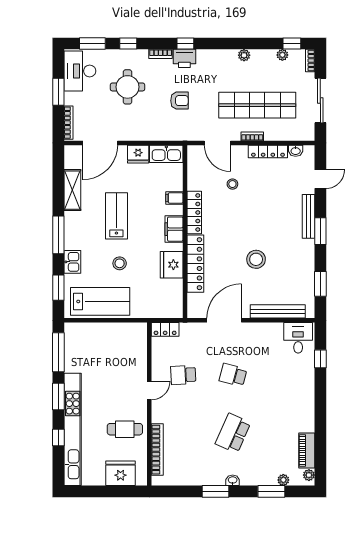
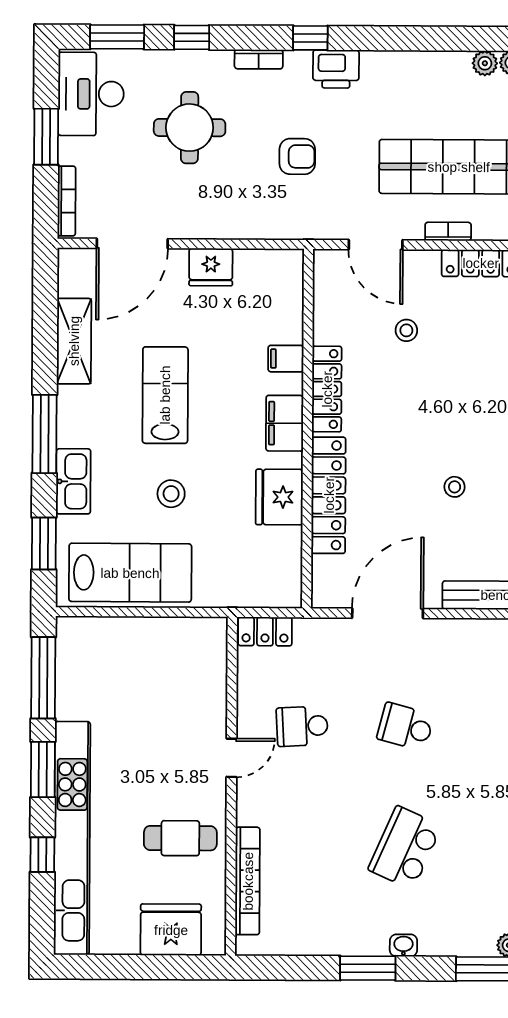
plant: (244, 55) -> (485, 63), moved
printer: (184, 58) -> (336, 69), moved
kitchen sink: (166, 154) -> (269, 267), removed
stool: (256, 259) -> (455, 487), width x0.53, depth x0.53
kitchen sink: (72, 262) -> (73, 481), width x1.38

